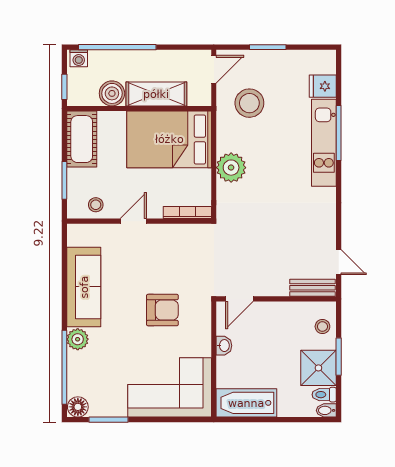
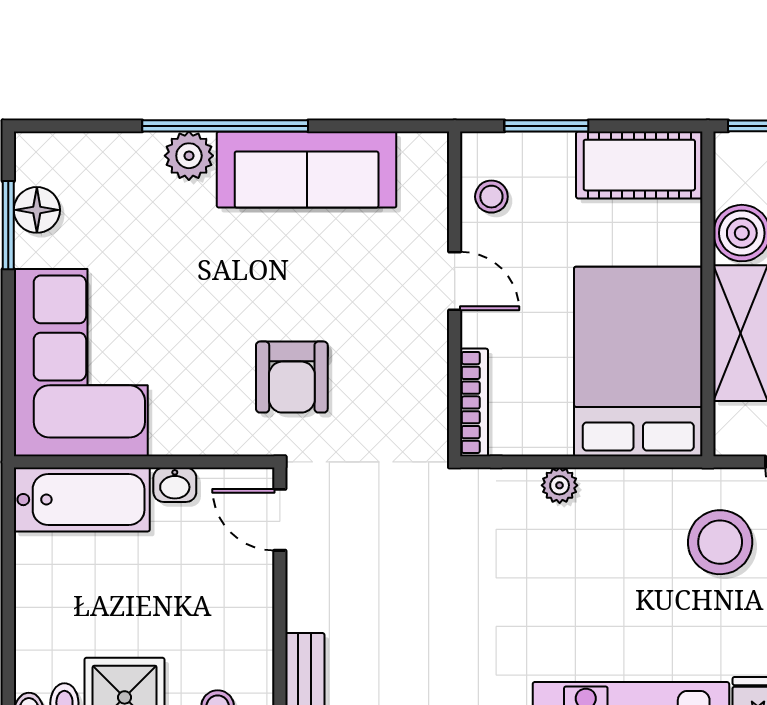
plant: (231, 168) -> (560, 485), width x0.53, depth x0.53
armchair: (162, 310) -> (292, 377), moved
window: (64, 367) -> (225, 126), moved
bathtub: (246, 403) -> (82, 500), moved, turned 90
floor lamp: (78, 407) -> (37, 210), moved

